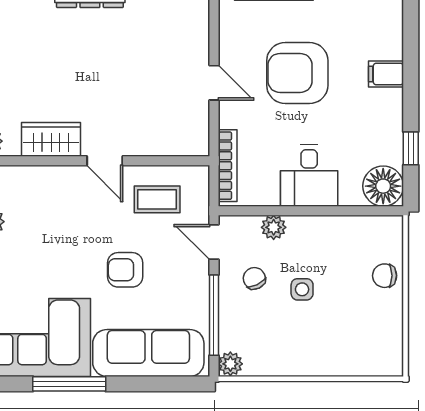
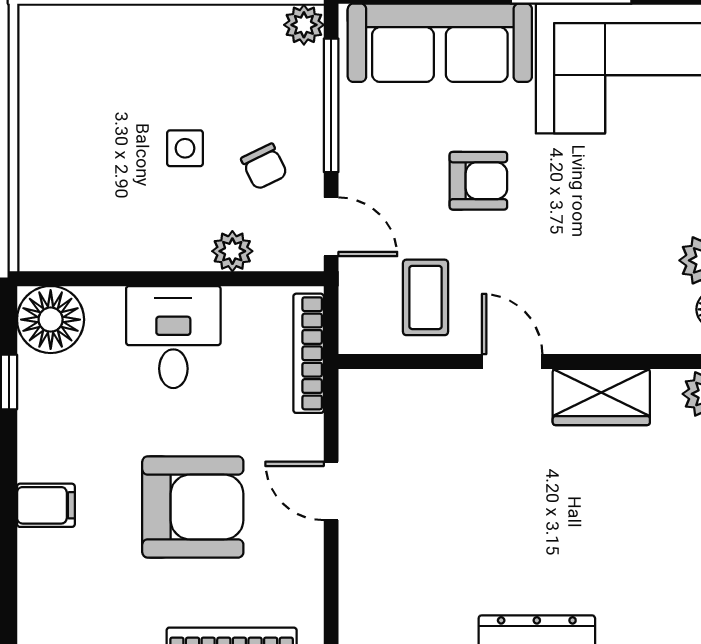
coffee table: (157, 199) -> (425, 297), turned 90
chair: (385, 276) -> (48, 171), removed

